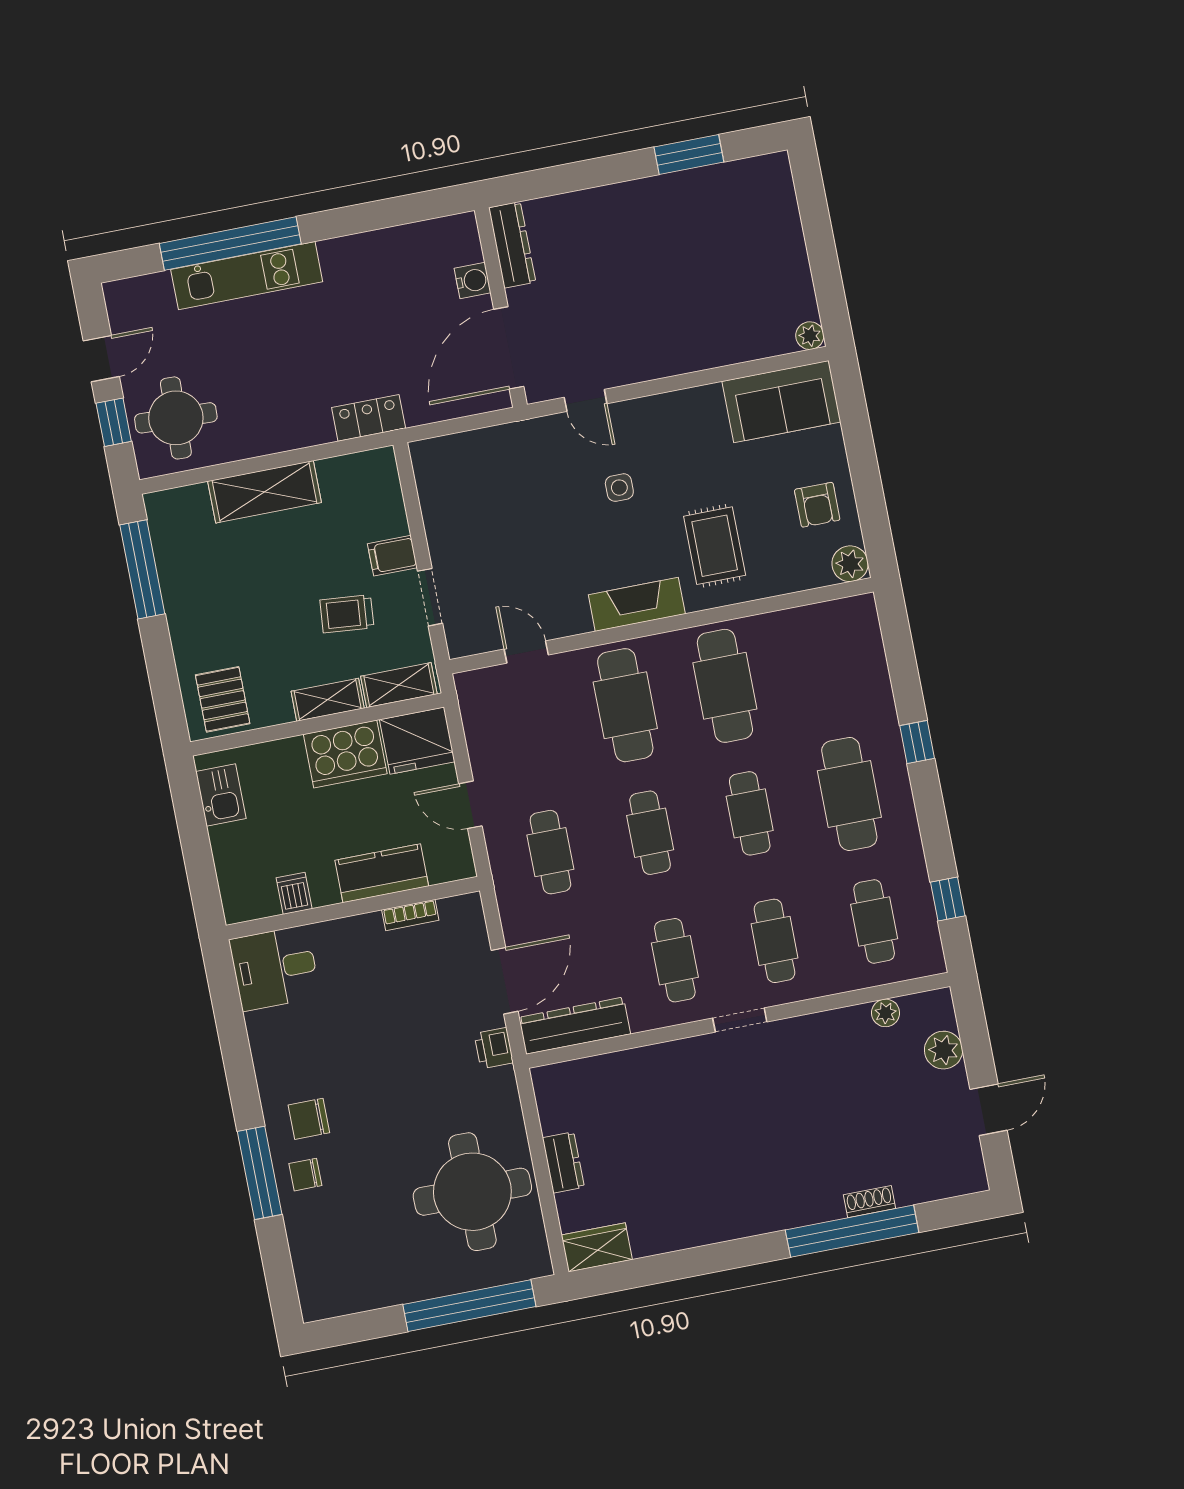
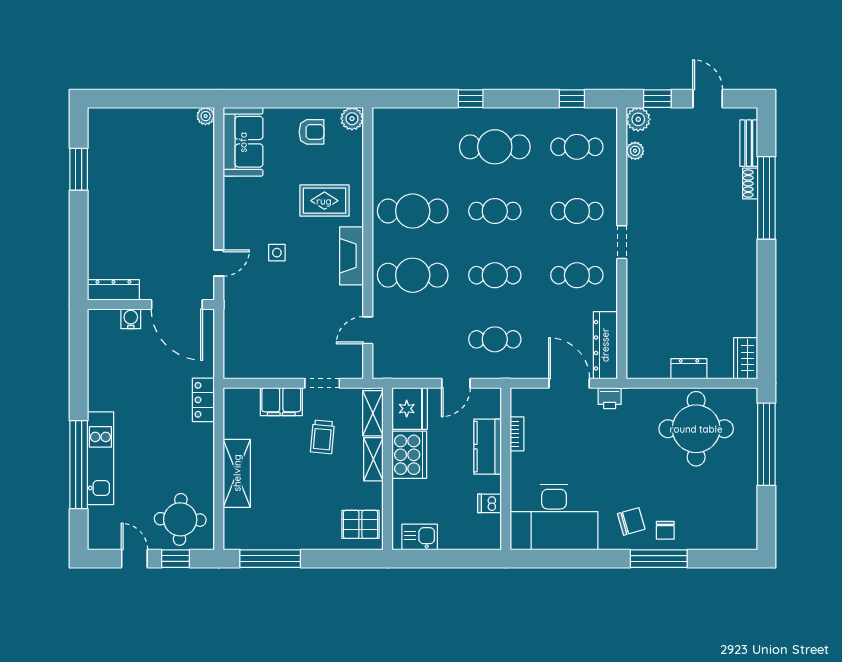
filing cabinet: (392, 556) -> (281, 402), width x2.00
desk: (275, 968) -> (554, 517), width x1.87, depth x1.30
window: (973, 1032) -> (657, 99), added
plant: (944, 1050) -> (638, 119), moved
chair: (309, 1119) -> (631, 521), turned -106
bench: (932, 1187) -> (749, 143), added

